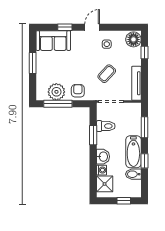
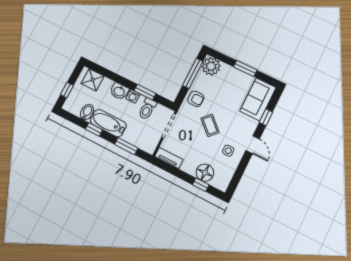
floor lamp: (133, 39) -> (205, 173), moved
coffee table: (107, 74) -> (210, 125), moved
tv unit: (136, 83) -> (169, 158), width x0.71
plant: (56, 92) -> (211, 66), moved
washing machine: (101, 170) -> (133, 96), moved

